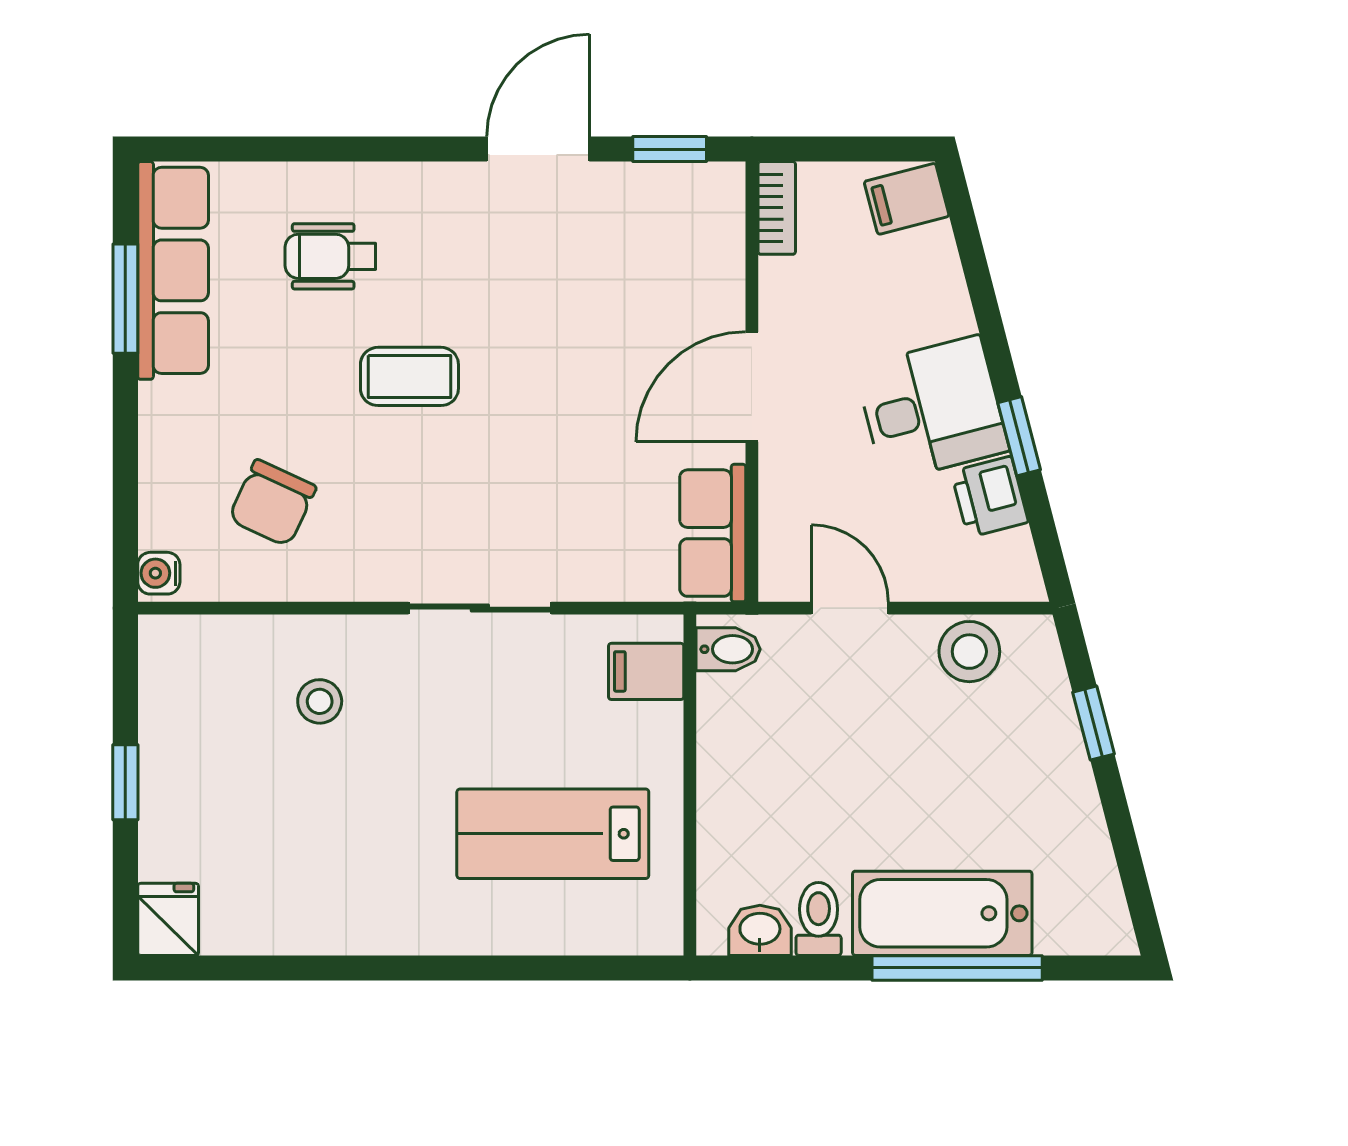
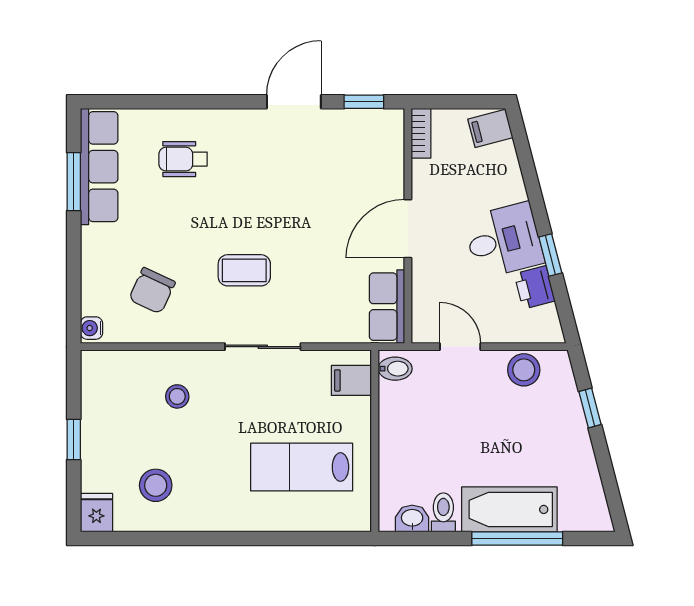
coffee table: (409, 376) -> (244, 270), moved
stool: (279, 868) -> (156, 485), added

